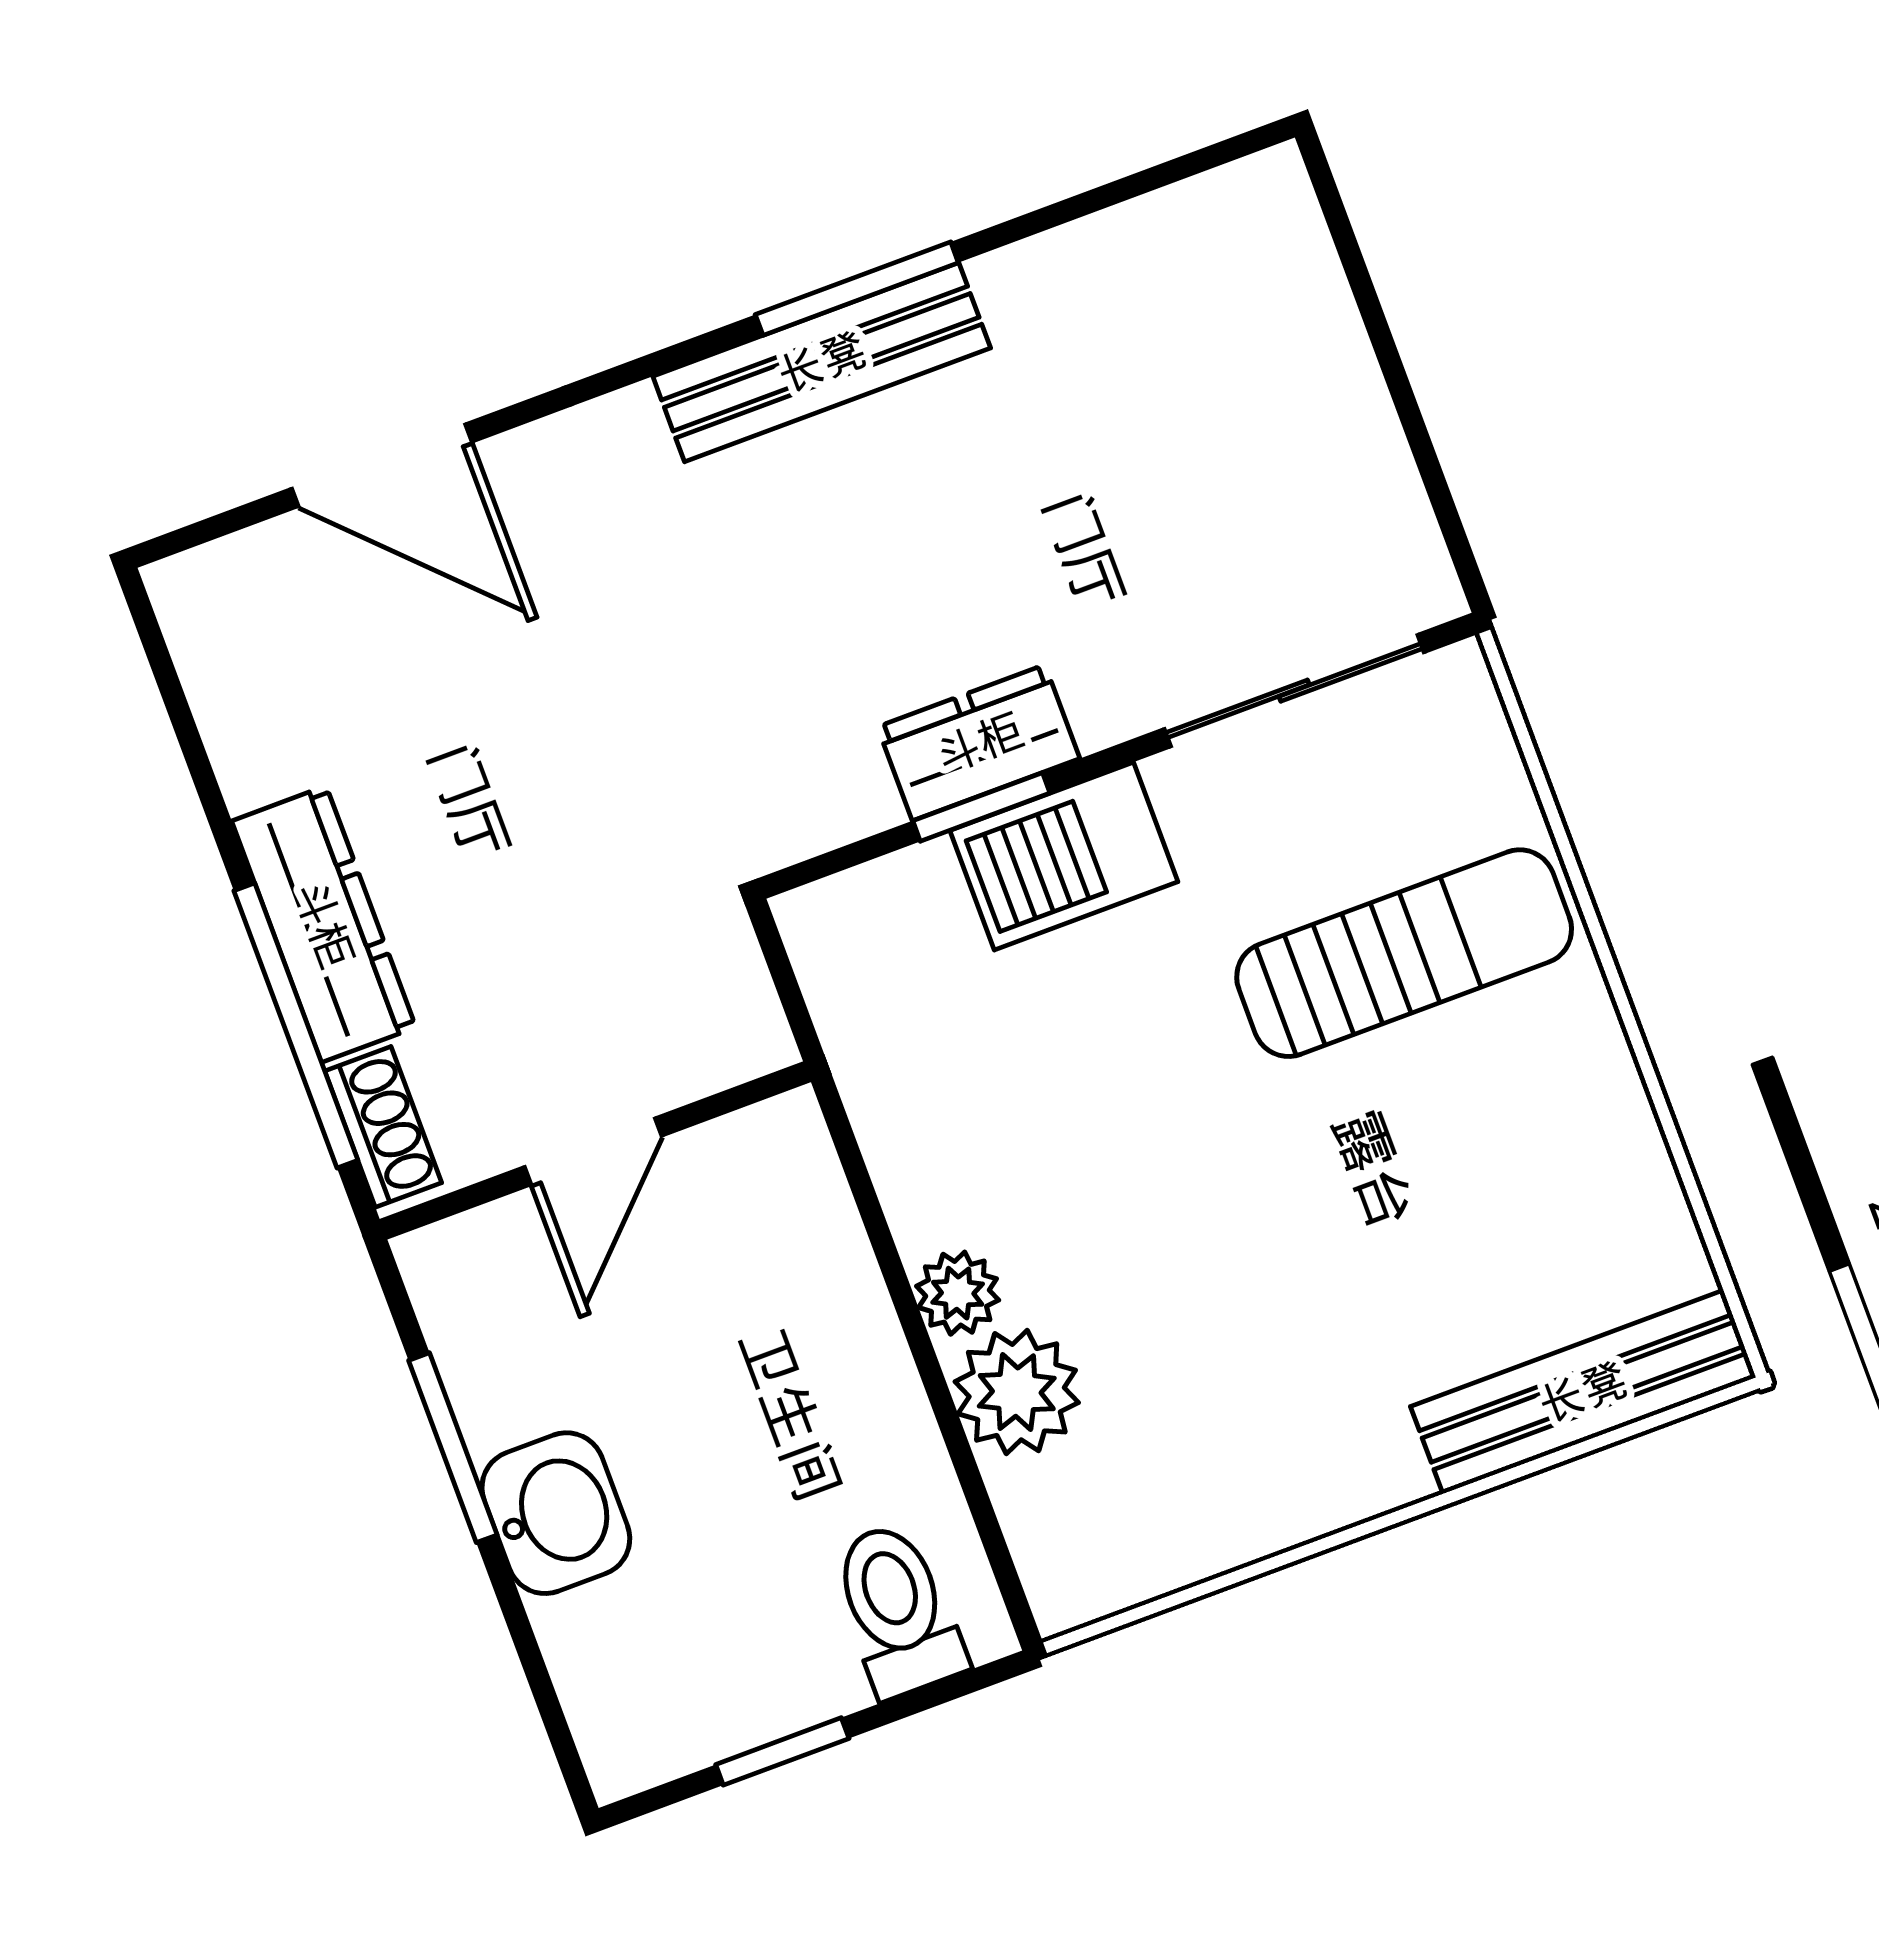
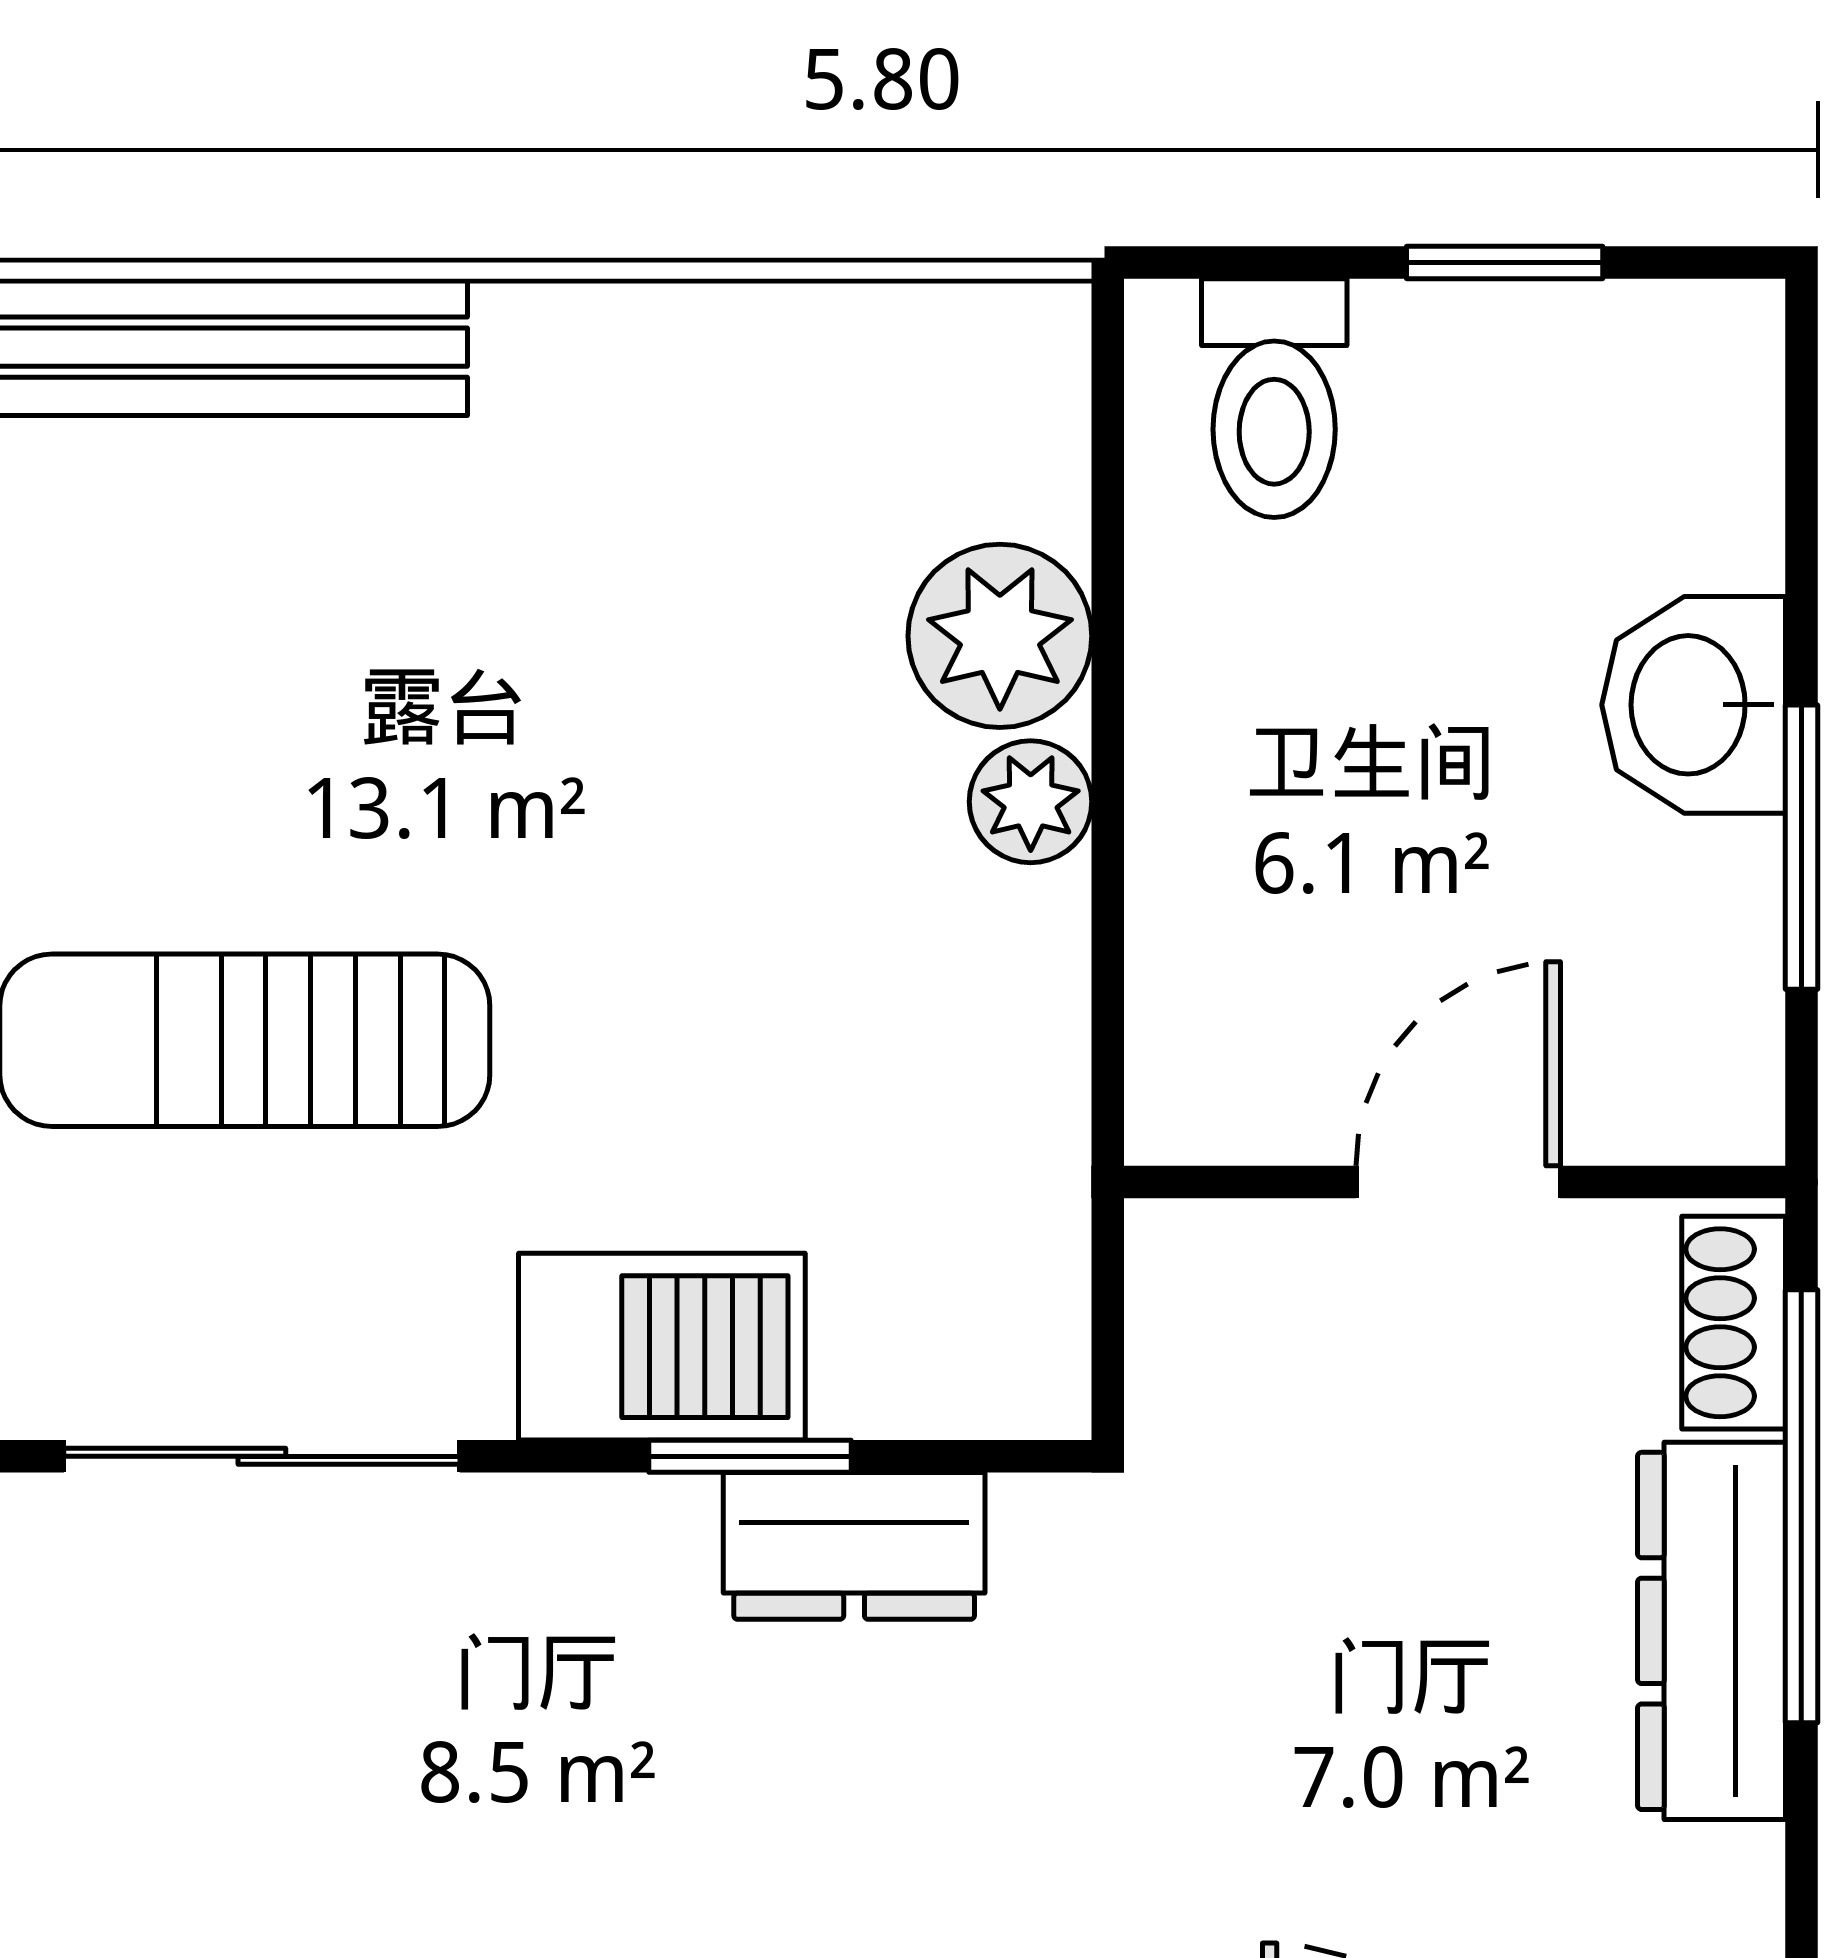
dresser: (979, 743) -> (854, 1546), moved

